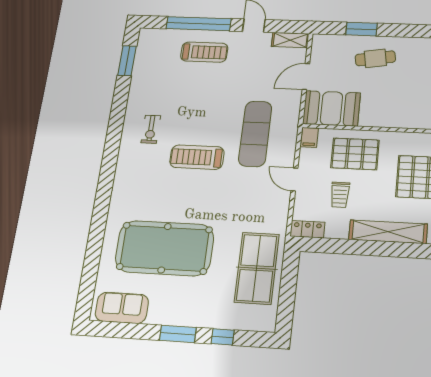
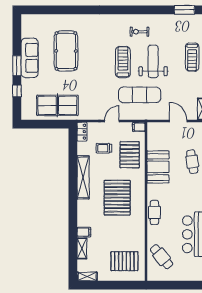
booth: (331, 108) -> (158, 167), moved
weight bench: (203, 111) -> (153, 61), added
pool table: (165, 248) -> (66, 51), width x0.73, depth x0.76
sofa: (122, 308) -> (30, 58), moved, width x1.36

